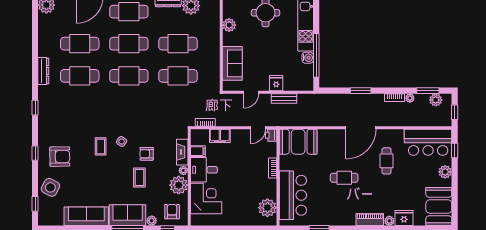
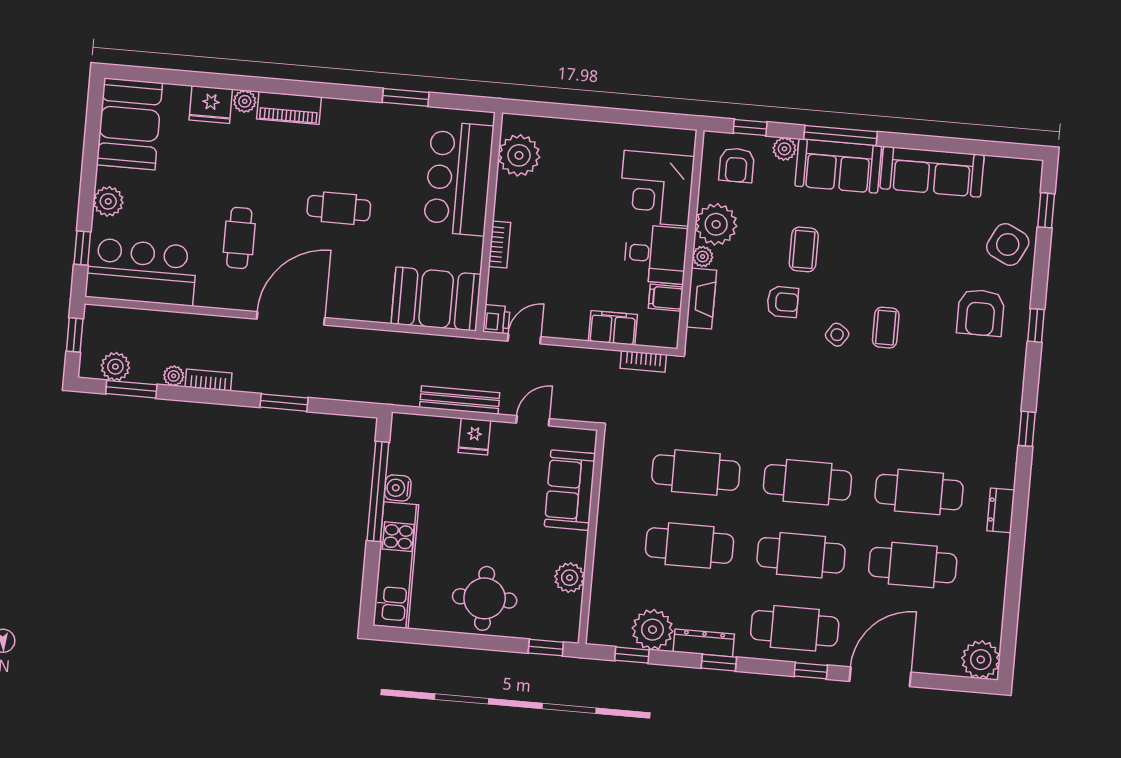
dresser: (43, 71) -> (1001, 510), width x0.70
bench: (284, 98) -> (460, 400), width x1.36
armchair: (60, 157) -> (981, 313), turned -89

